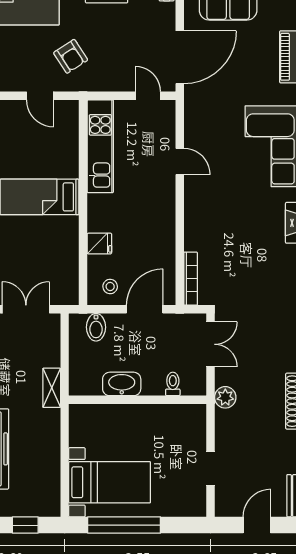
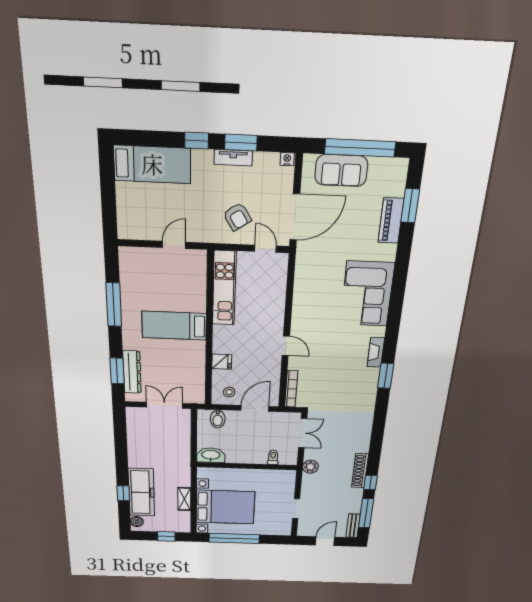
armchair: (71, 56) -> (237, 217), moved
door: (40, 96) -> (174, 245), swing flipped
door: (180, 161) -> (286, 346), moved
washbasin: (122, 384) -> (211, 455), moved
shelving: (52, 388) -> (184, 499), moved
bed with nightstands: (110, 482) -> (225, 507), width x1.36

